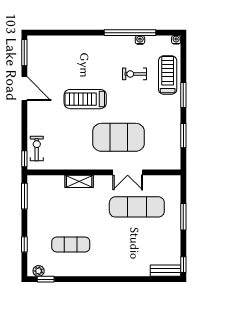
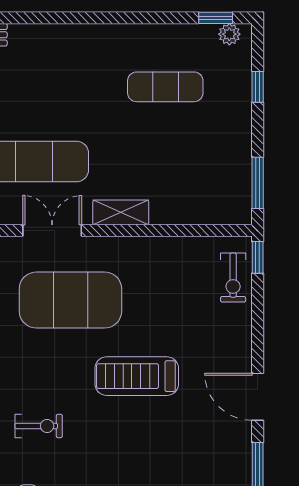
treadmill: (85, 99) -> (137, 376), turned 180
shelving: (79, 181) -> (121, 212), moved

